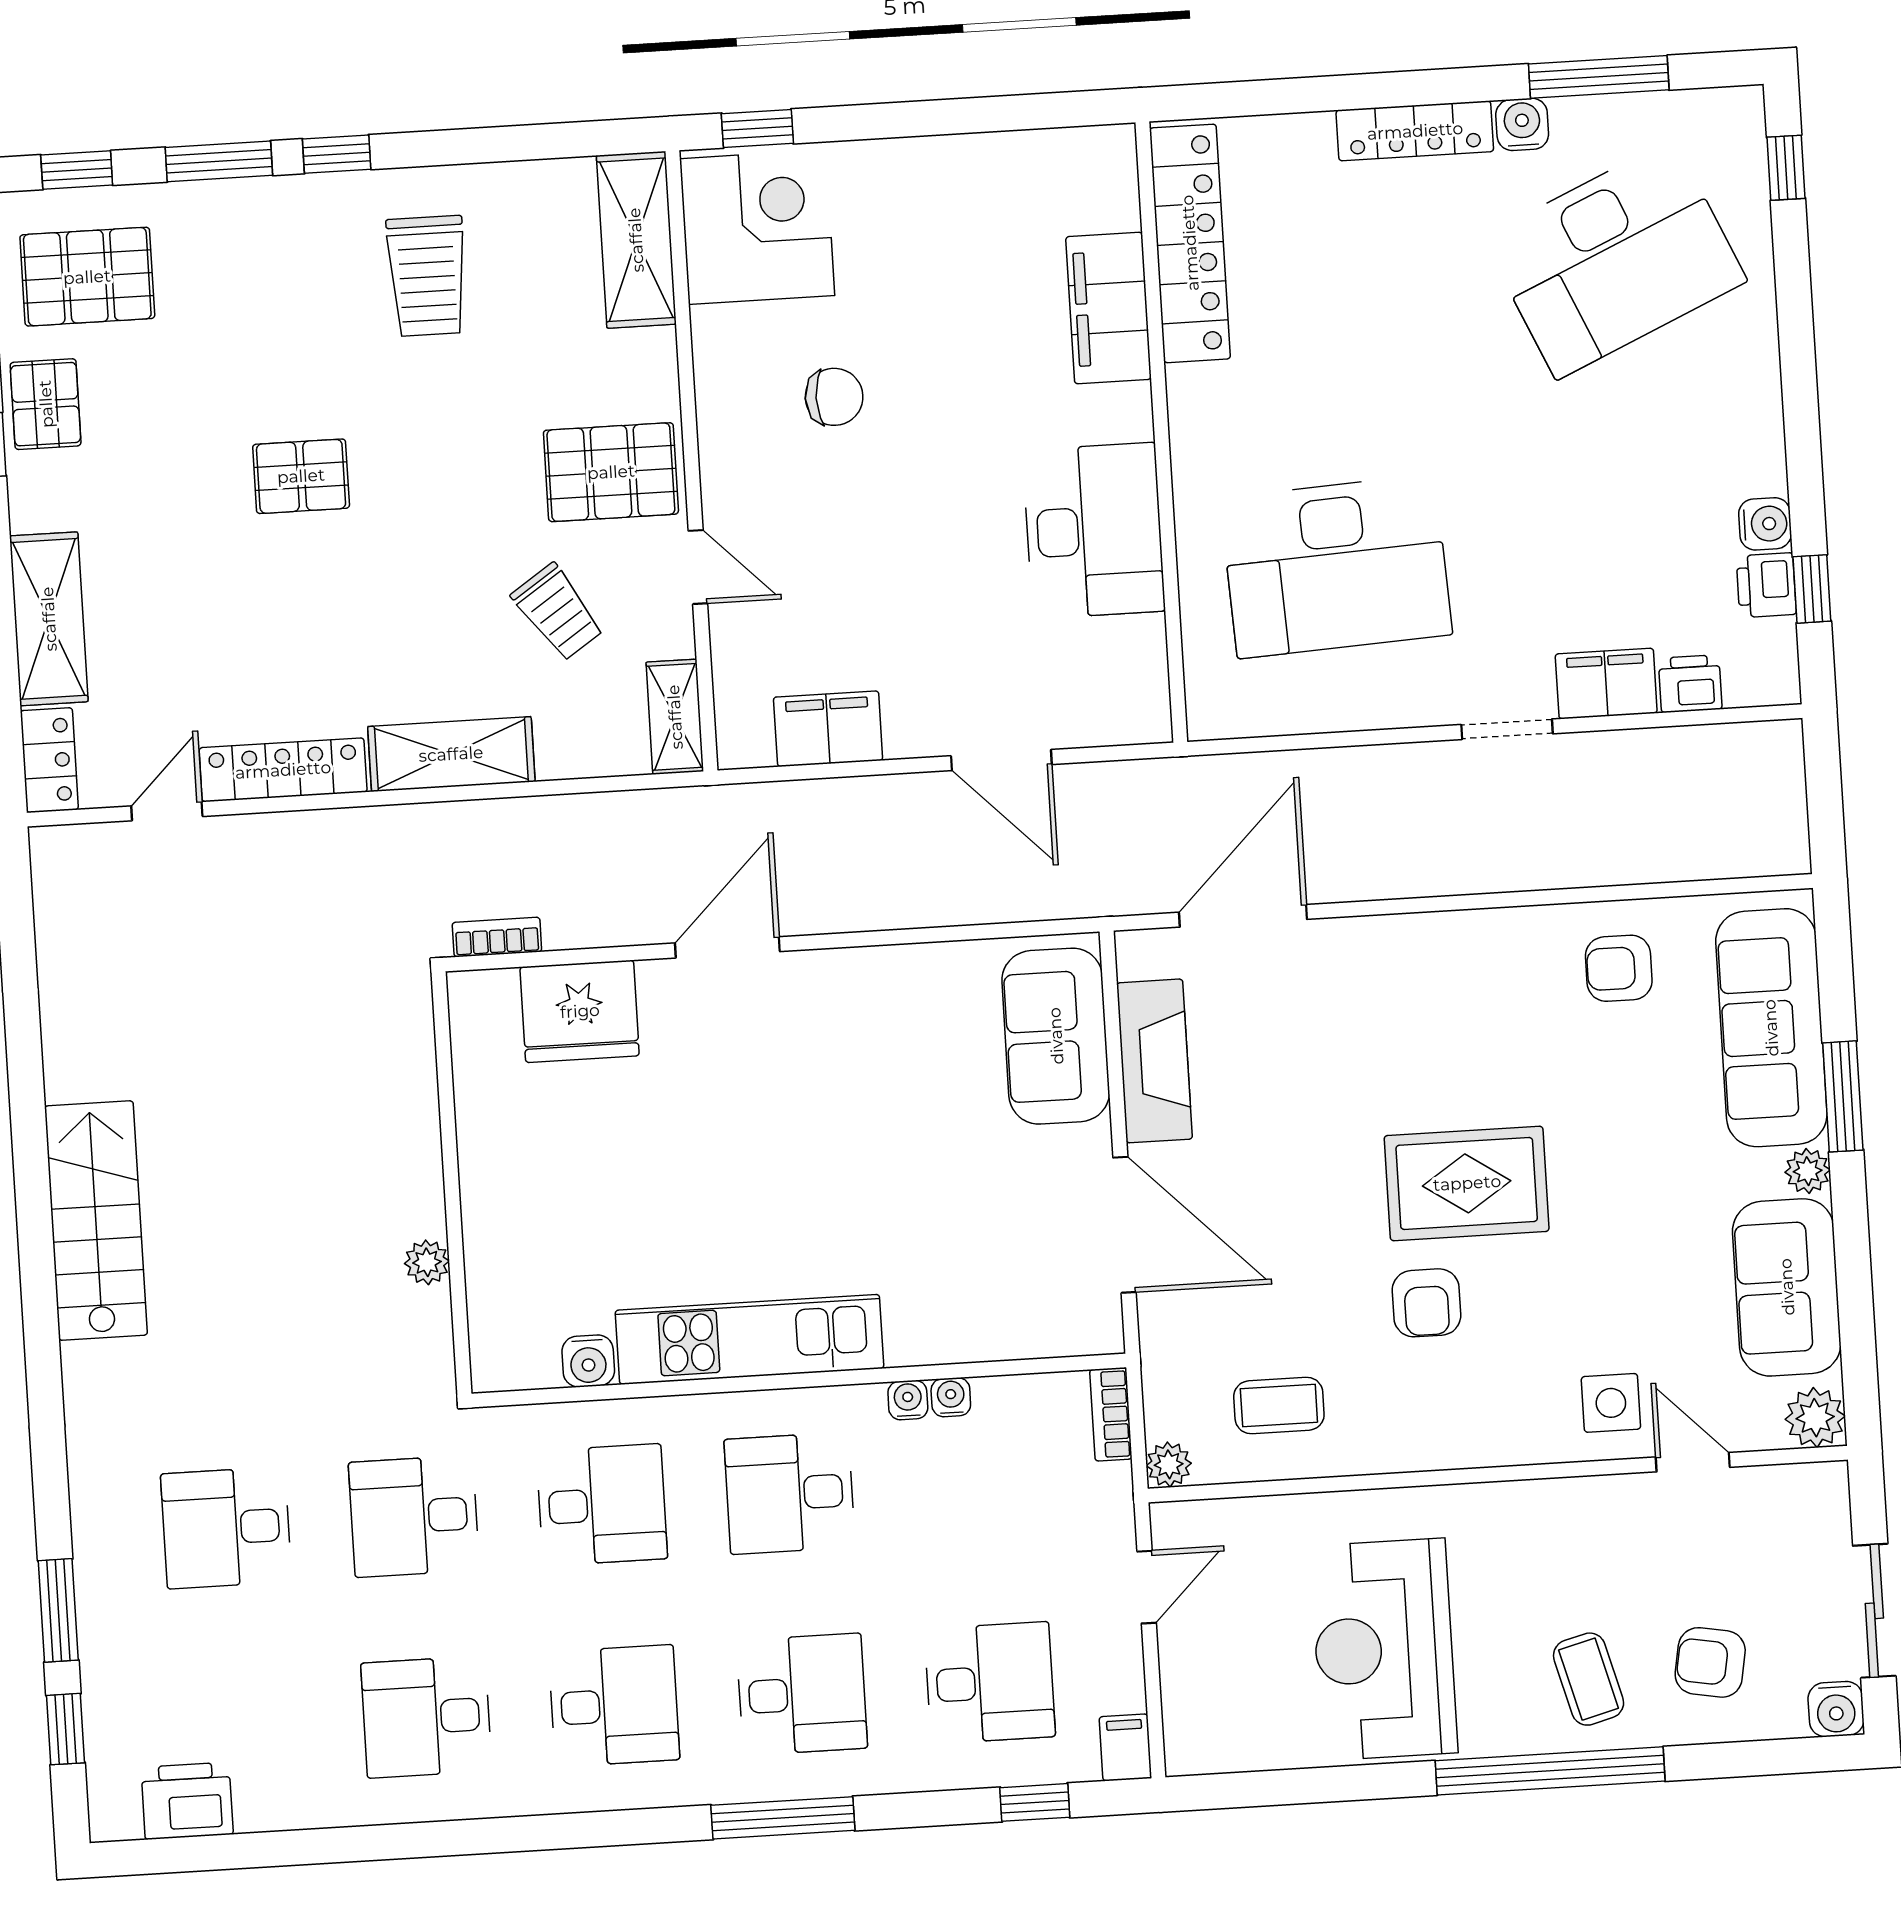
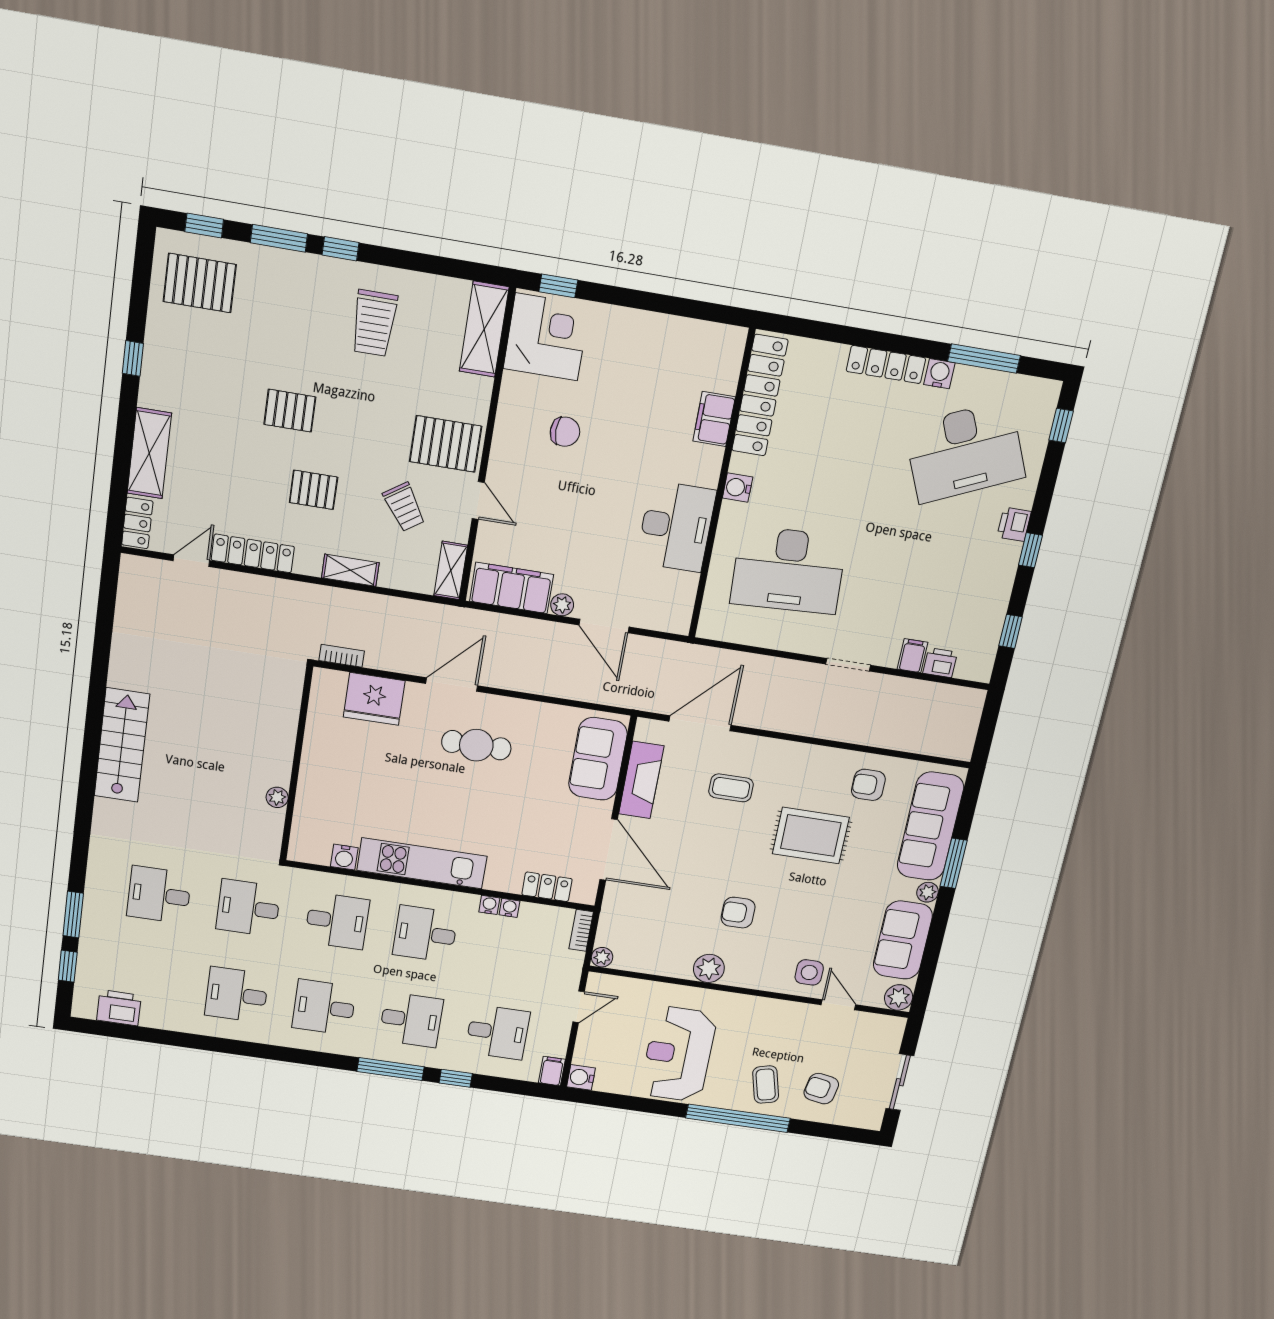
filing cabinet: (1108, 308) -> (714, 419), width x0.67, depth x0.86
pallet: (46, 404) -> (313, 490), moved, turned 90
window: (1801, 420) -> (1030, 550), added
water cooler: (1765, 524) -> (738, 487), moved, turned 180
printer: (1766, 585) -> (1014, 524), moved
filing cabinet: (1606, 684) -> (912, 656), width x0.50
filing cabinet: (828, 729) -> (512, 588), width x1.50, depth x1.17
plant: (909, 736) -> (562, 605), added
shelving: (451, 754) -> (350, 570), width x0.67, depth x0.75
cafe table: (804, 1062) -> (476, 745), added
rug: (1467, 1183) -> (811, 836), moved
armchair: (1426, 1303) -> (738, 913), turned 90
locker: (1017, 1334) -> (547, 887), added
coffee table: (1279, 1406) -> (731, 788), moved
plant: (1398, 1440) -> (709, 968), added
desk: (614, 1706) -> (324, 1007), turned 180
water cooler: (1836, 1709) -> (581, 1077), moved, turned 90
window: (1035, 1802) -> (456, 1078), moved

